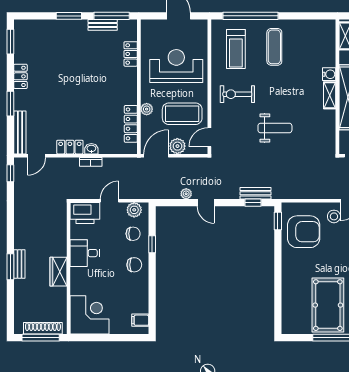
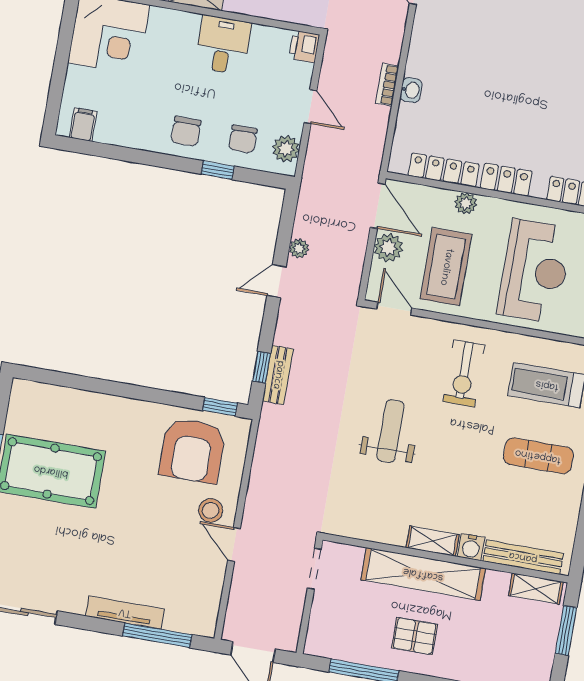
bench: (330, 46) -> (523, 557), added
exercise bike: (237, 94) -> (464, 373), turned 180
weight bench: (275, 128) -> (390, 431), turned 180
locker: (70, 147) -> (506, 180), moved, turned -90
printer: (85, 213) -> (304, 47), width x0.53, depth x0.68

